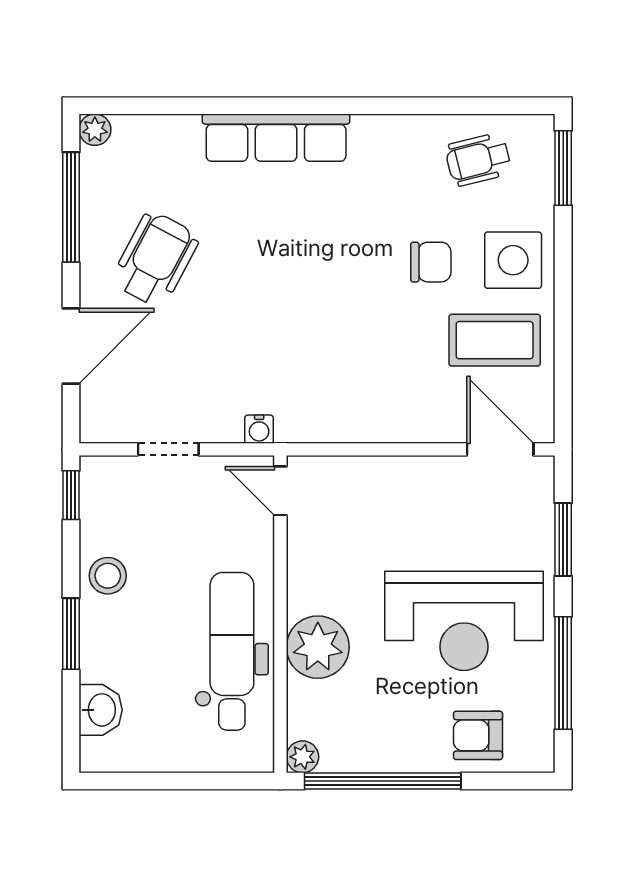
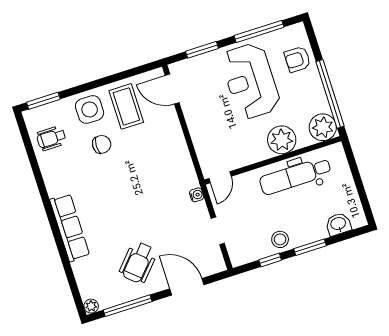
wheelchair: (478, 159) -> (51, 138), turned 104
wheelchair: (155, 259) -> (138, 263), turned -76
chair: (431, 262) -> (102, 144), turned 90
door: (500, 449) -> (172, 89), hinge flipped
window: (71, 495) -> (270, 260), moved
reception desk: (464, 621) -> (250, 81), turned 180
armchair: (478, 735) -> (297, 59), turned 90
plant: (303, 757) -> (323, 127), width x1.88, depth x1.88

